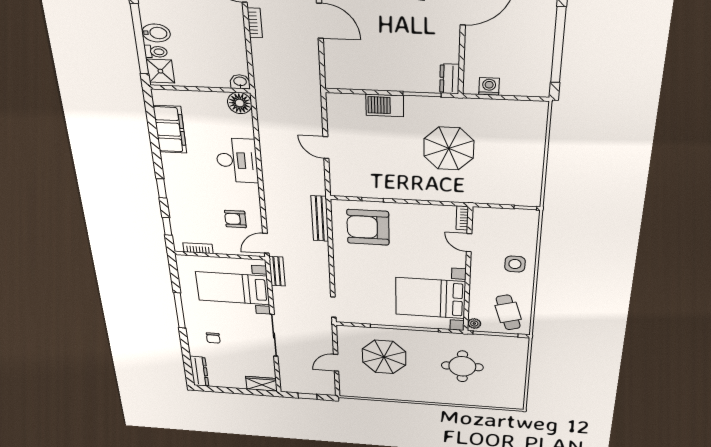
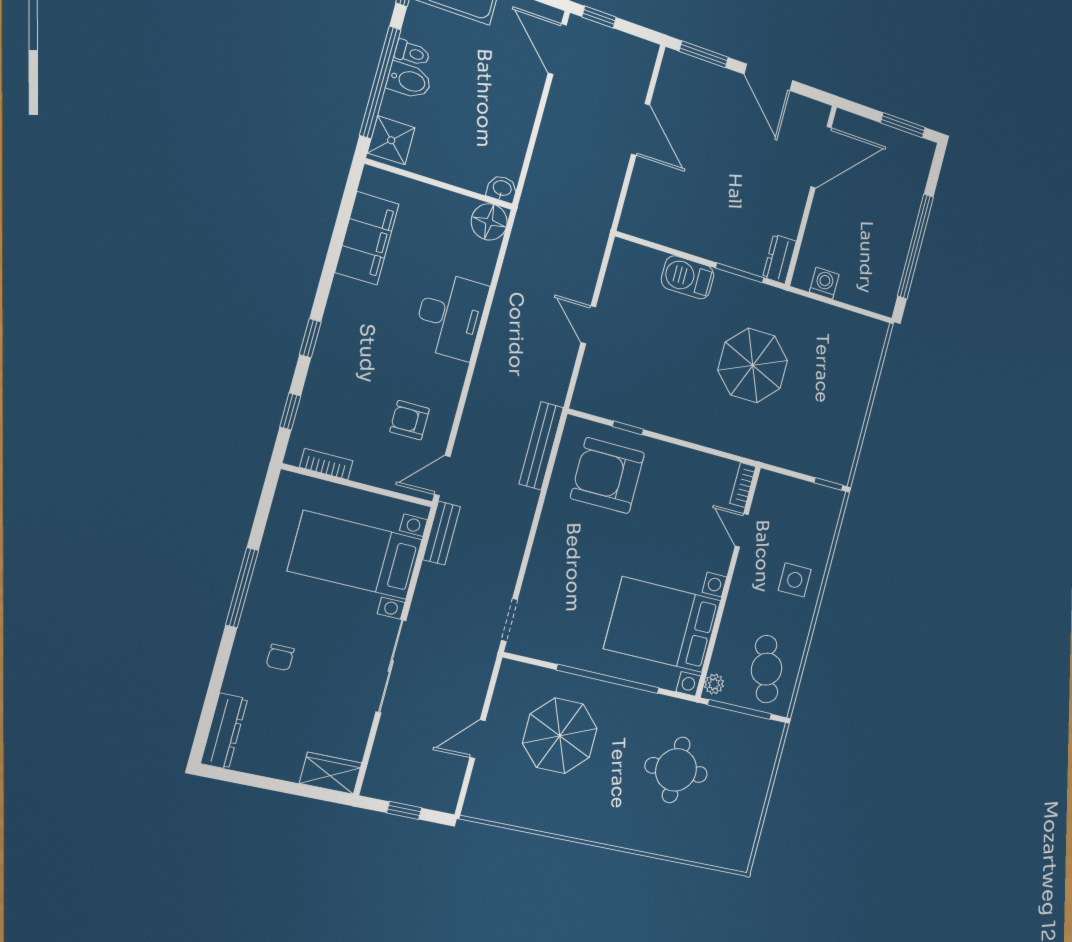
bookcase: (255, 23) -> (554, 107), removed
toilet: (156, 52) -> (412, 53), moved

